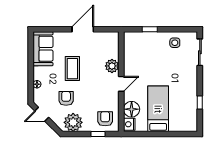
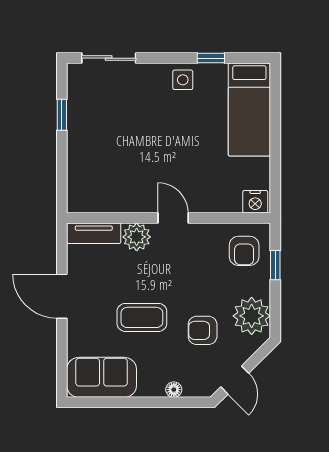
window: (150, 29) -> (62, 115), moved
side table: (175, 43) -> (183, 80), moved
tv unit: (114, 45) -> (94, 233), added
floor lamp: (132, 109) -> (225, 197), removed
bed: (158, 109) -> (249, 110), moved, turned -90
armchair: (105, 119) -> (244, 251), turned -90

